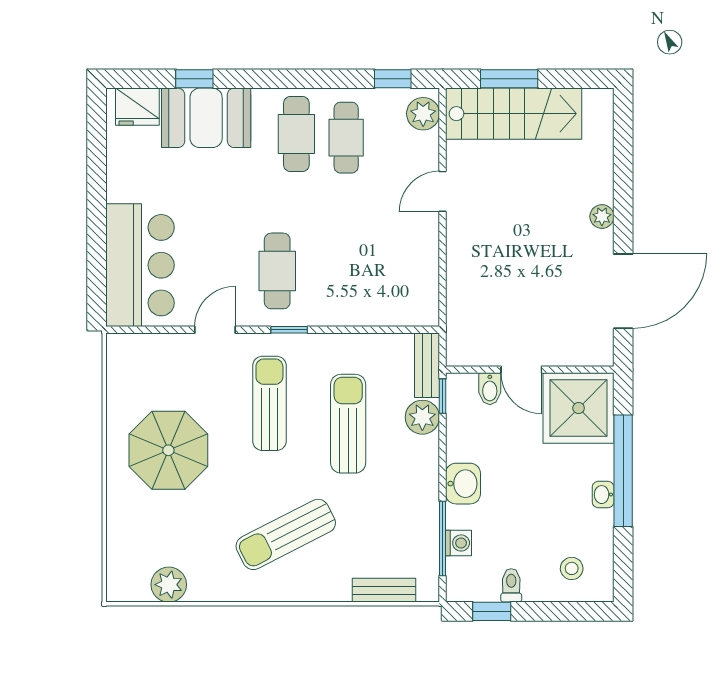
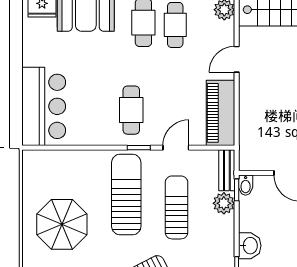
piano: (417, 275) -> (220, 113), added
door: (215, 330) -> (176, 148), moved
bidet: (490, 389) -> (246, 185), moved
sun lounger: (269, 403) -> (126, 195), width x1.36, depth x1.34

